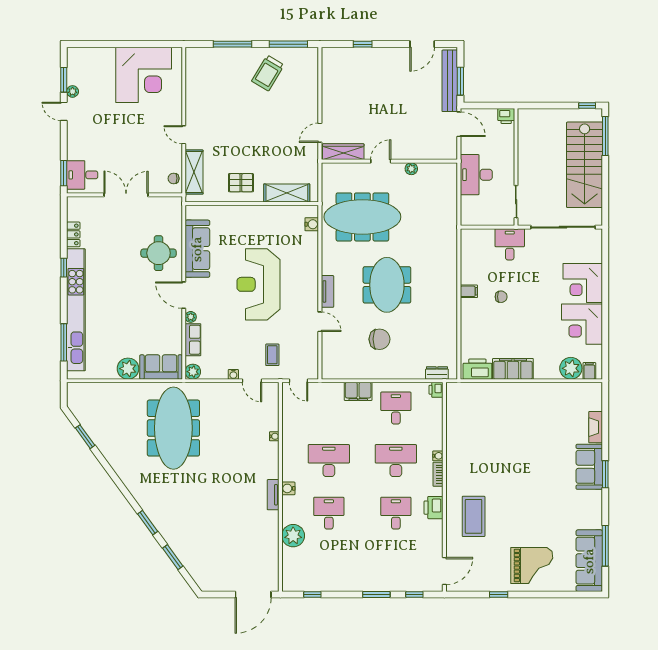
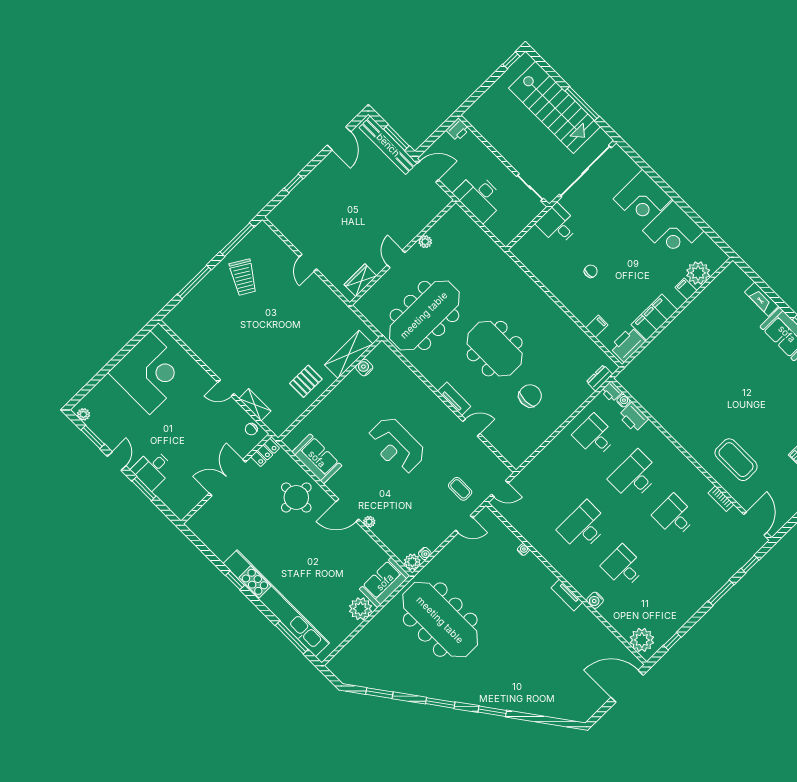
plant: (73, 91) -> (83, 414), moved
door: (64, 111) -> (117, 461), swing flipped
door: (320, 133) -> (308, 263), moved
window: (605, 136) -> (582, 104), moved
wardrobe: (343, 152) -> (360, 280), width x0.67
shelving: (194, 172) -> (255, 405), width x0.67, depth x0.75
window: (64, 173) -> (144, 489), moved
desk: (82, 175) -> (152, 469), moved
water cooler: (312, 224) -> (364, 367), moved, turned -90
locker: (73, 234) -> (265, 452), moved, turned 90
sofa: (197, 249) -> (317, 459), width x0.73
reception desk: (258, 284) -> (396, 446), width x0.74, depth x0.77
filing cabinet: (469, 291) -> (597, 326), moved
row of seats: (193, 340) -> (388, 537), removed
filing cabinet: (589, 371) -> (686, 289), moved
water cooler: (233, 374) -> (425, 553), moved
filing cabinet: (358, 391) -> (553, 452), removed
water cooler: (438, 456) -> (623, 401), moved
bookcase: (438, 474) -> (721, 499), moved
water cooler: (288, 488) -> (595, 600), moved
printer: (434, 508) -> (633, 417), moved
plant: (293, 536) -> (642, 640), moved
window: (173, 557) -> (440, 703), moved
door: (253, 594) -> (627, 686), swing flipped

